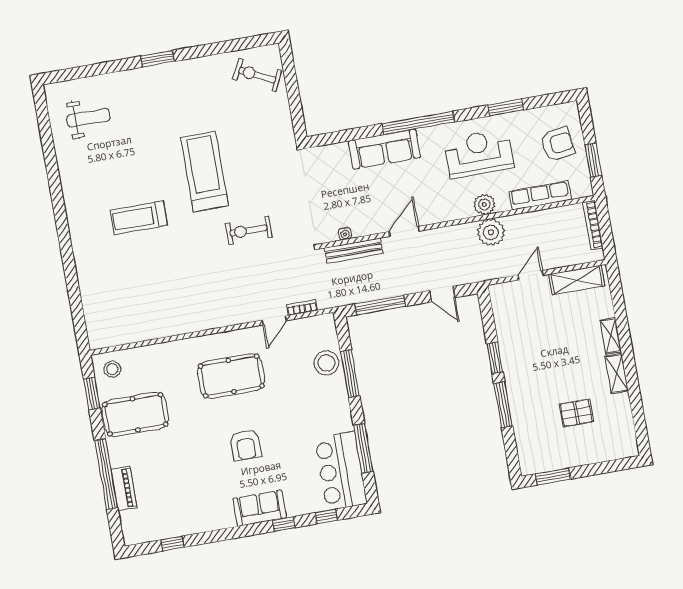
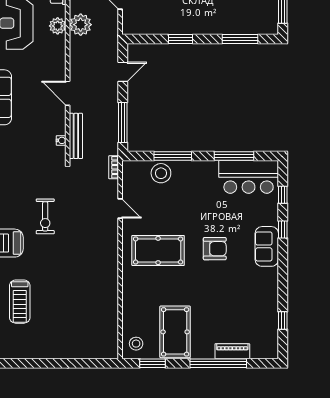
bookcase: (302, 307) -> (114, 167), moved
pool table: (231, 376) -> (158, 250), turned 90
window: (503, 405) -> (240, 39), moved

